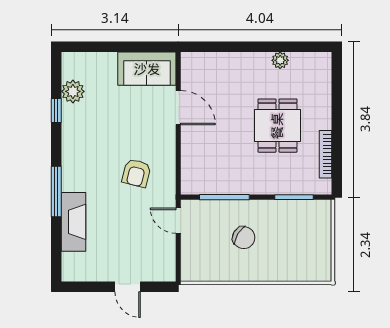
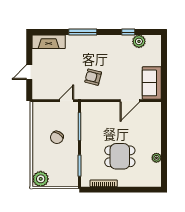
fireplace: (73, 222) -> (49, 42), moved
plant: (318, 266) -> (41, 179), added

